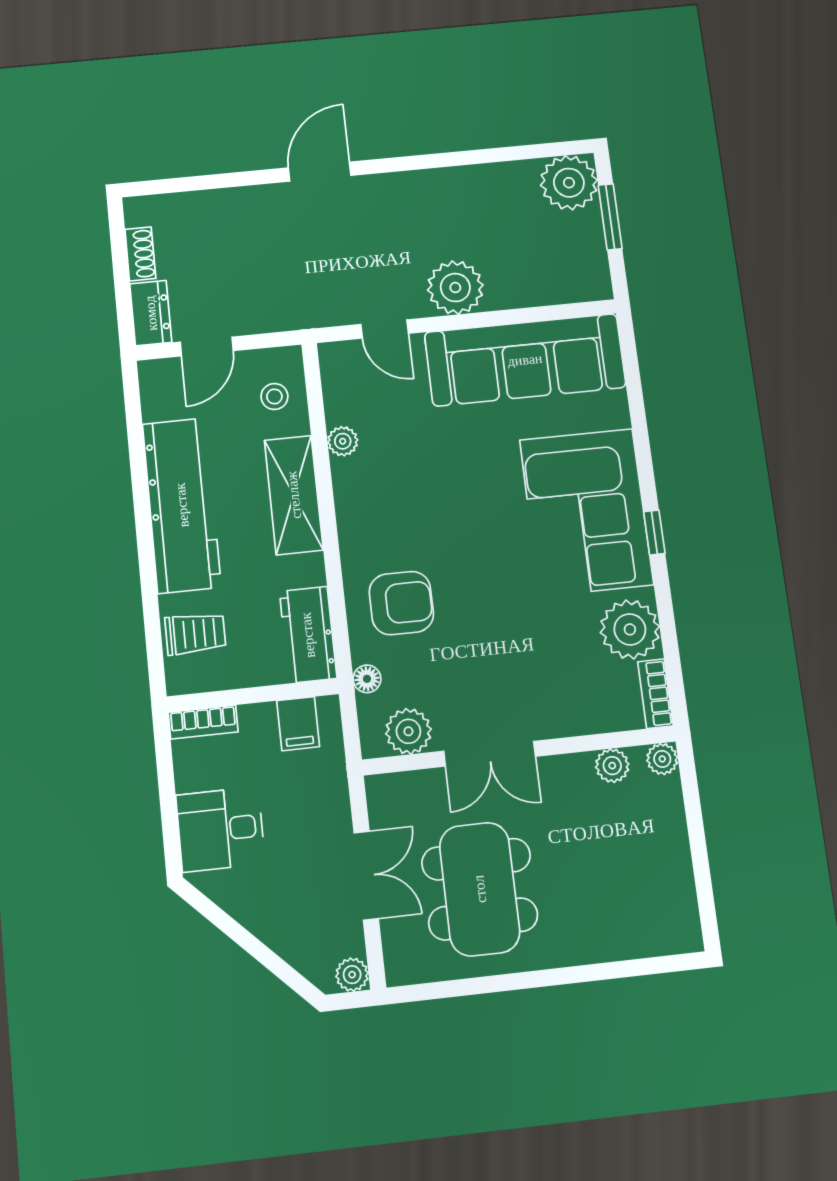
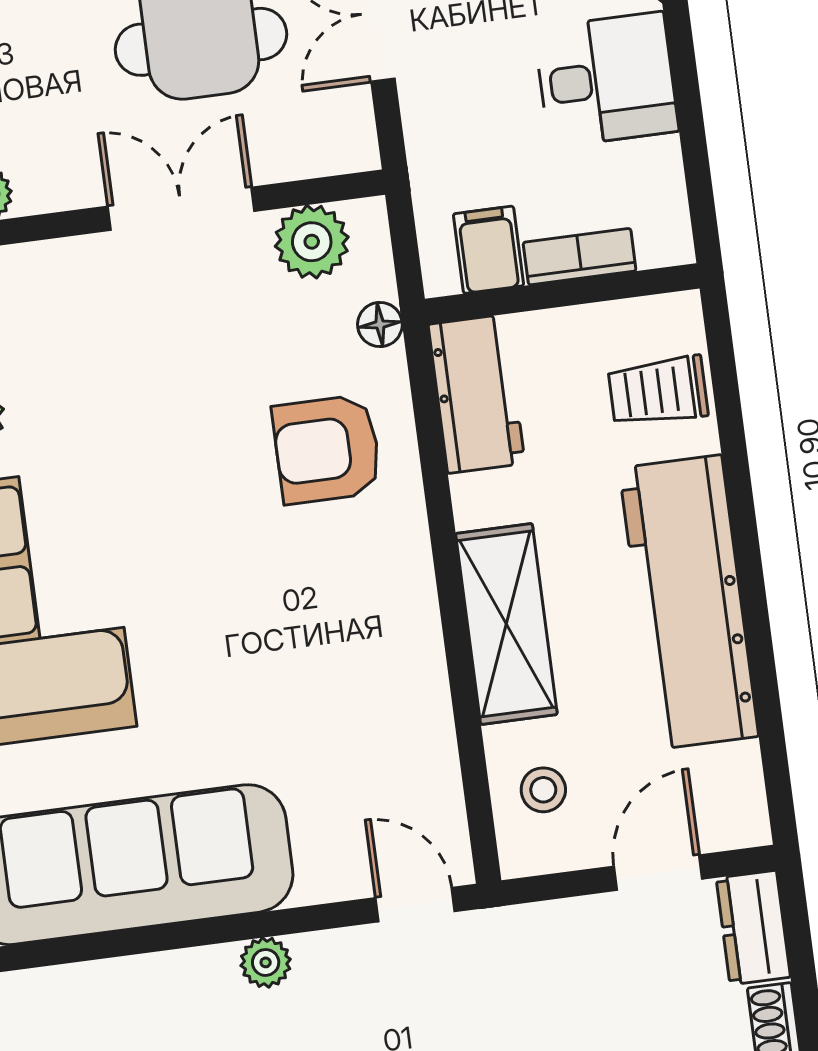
plant: (455, 288) -> (266, 962), width x0.53, depth x0.53
door: (385, 329) -> (415, 905), moved
plant: (343, 441) -> (429, 717), removed
bookcase: (203, 722) -> (580, 257), moved

